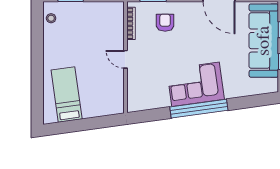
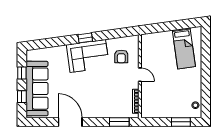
armchair: (165, 23) -> (121, 56), moved
window: (199, 109) -> (85, 38), width x0.32

